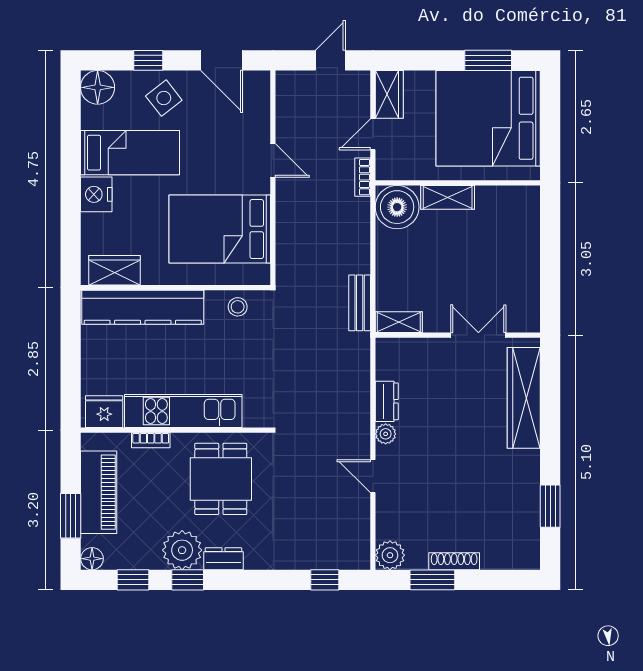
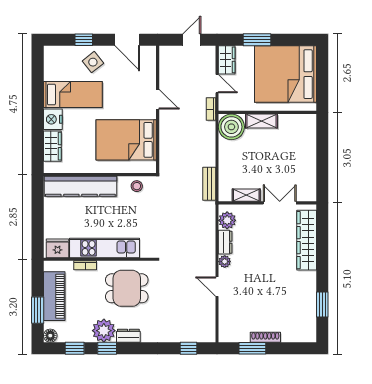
window: (488, 60) -> (257, 40), moved
floor lamp: (98, 87) -> (54, 56), removed
door: (373, 134) -> (217, 84), swing flipped
wardrobe: (115, 270) -> (52, 146), moved, turned 90
shelving: (399, 322) -> (246, 195), moved
dining table: (221, 479) -> (127, 288), turned 90
plant: (390, 555) -> (227, 220), moved

